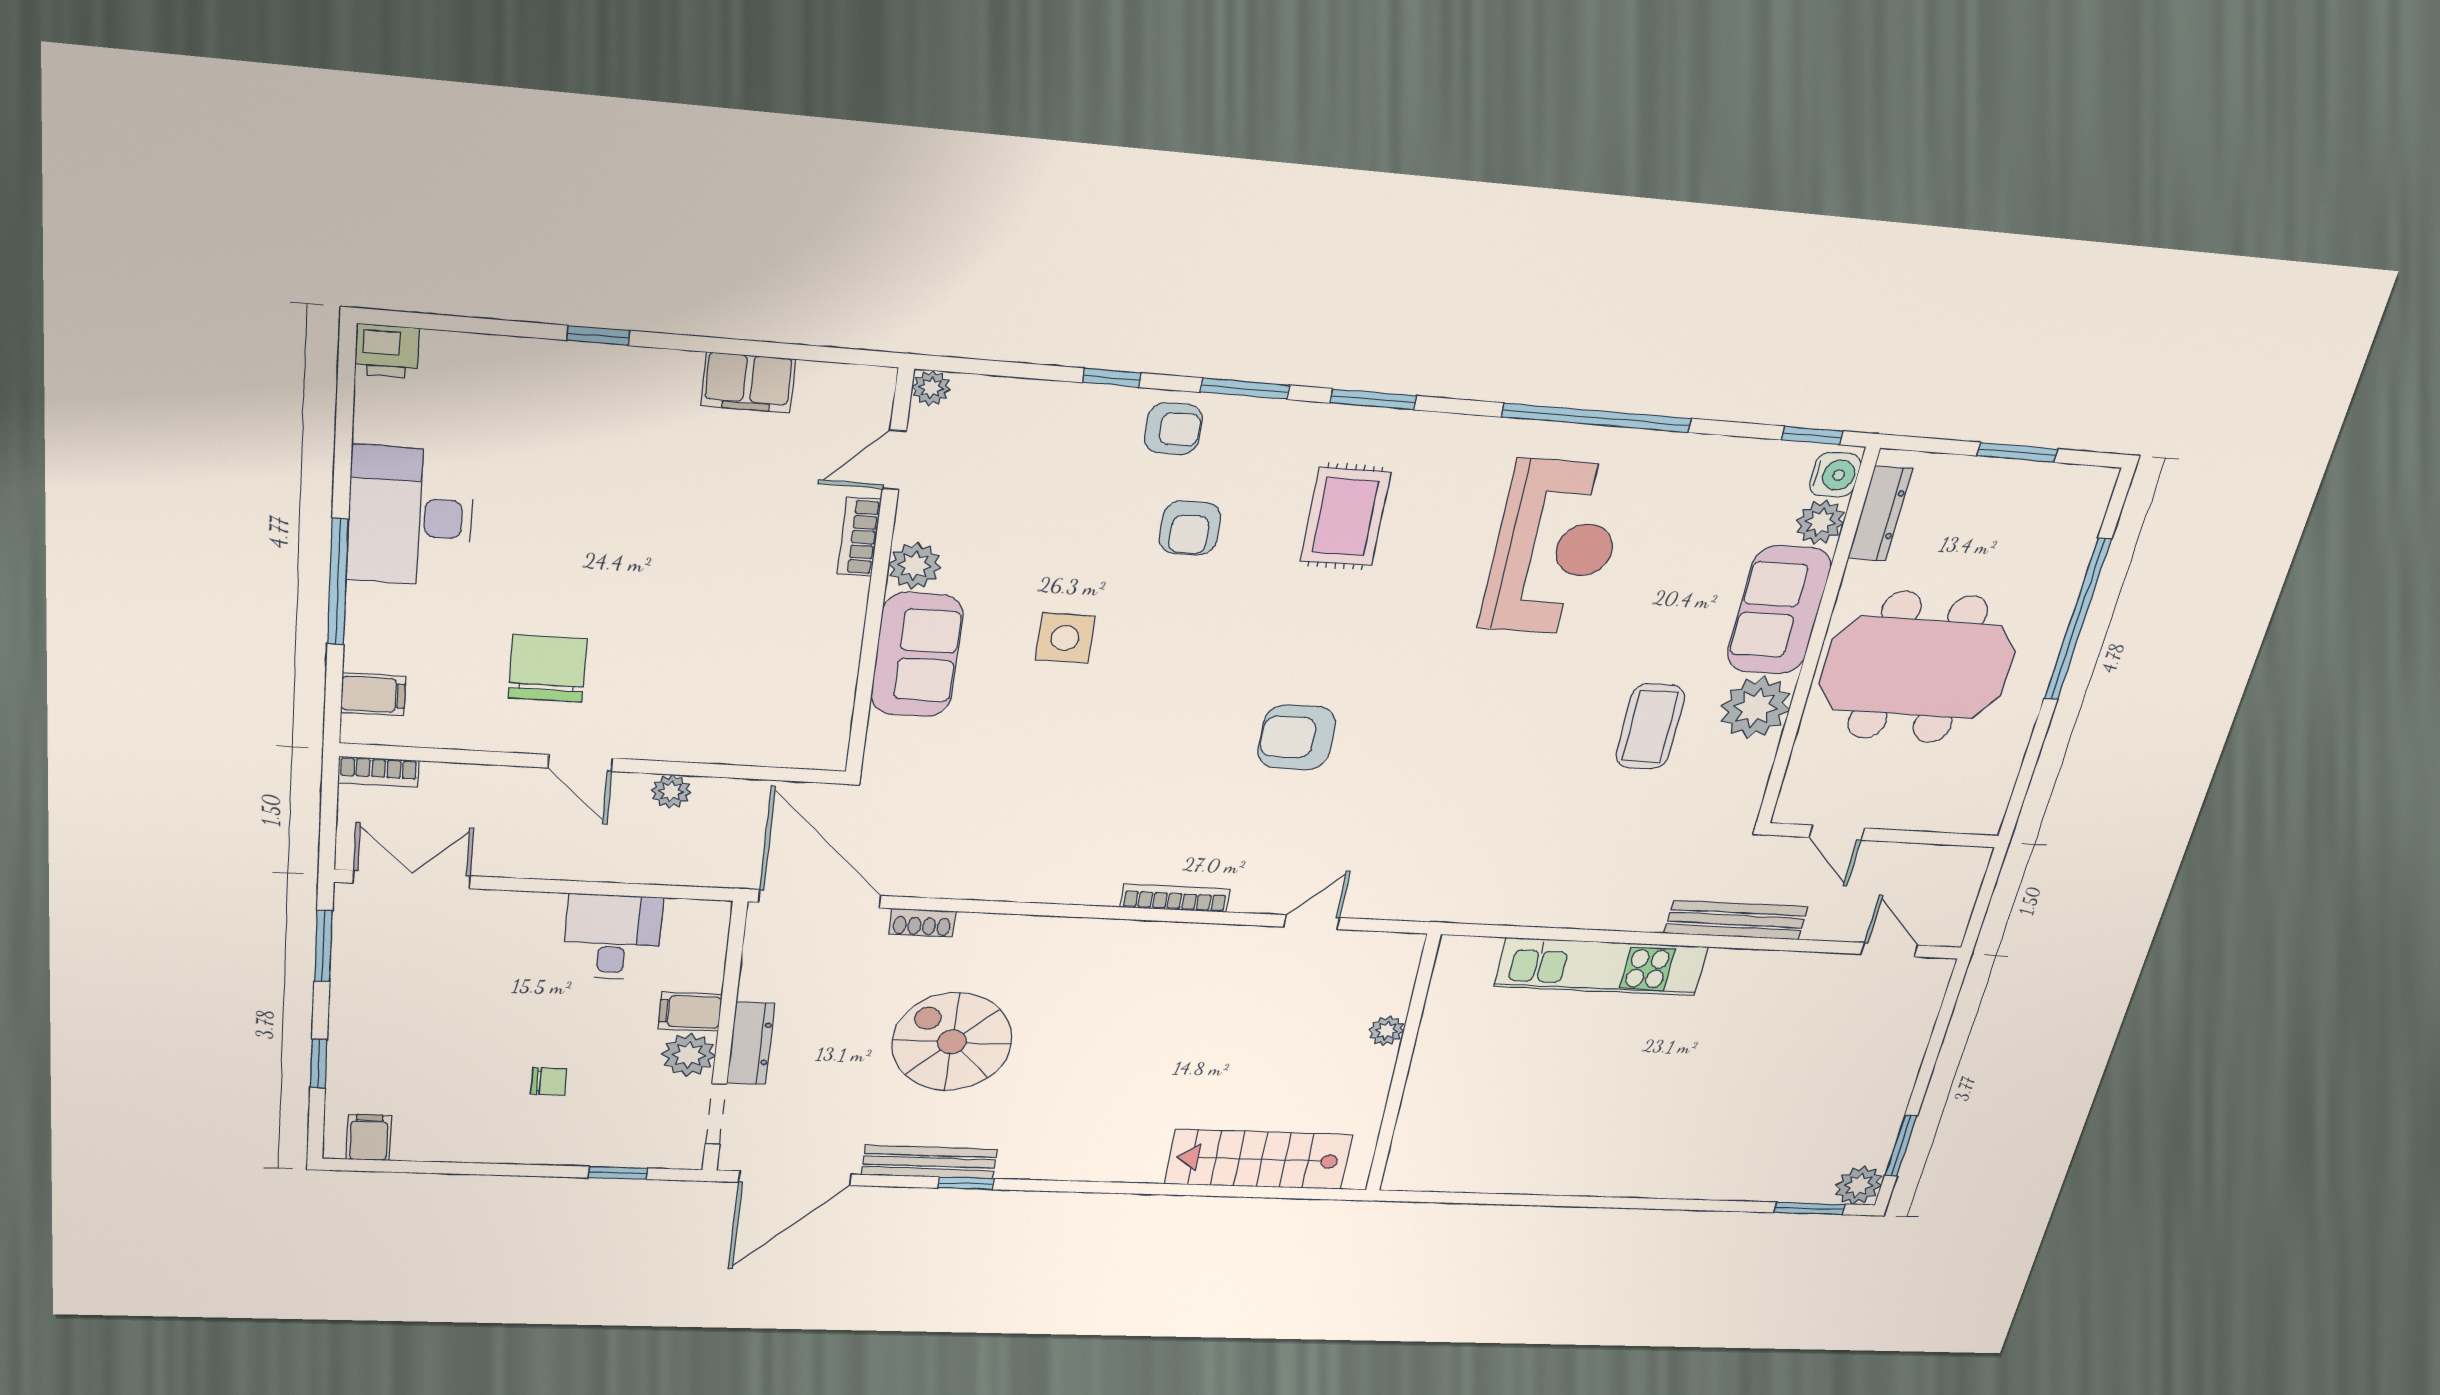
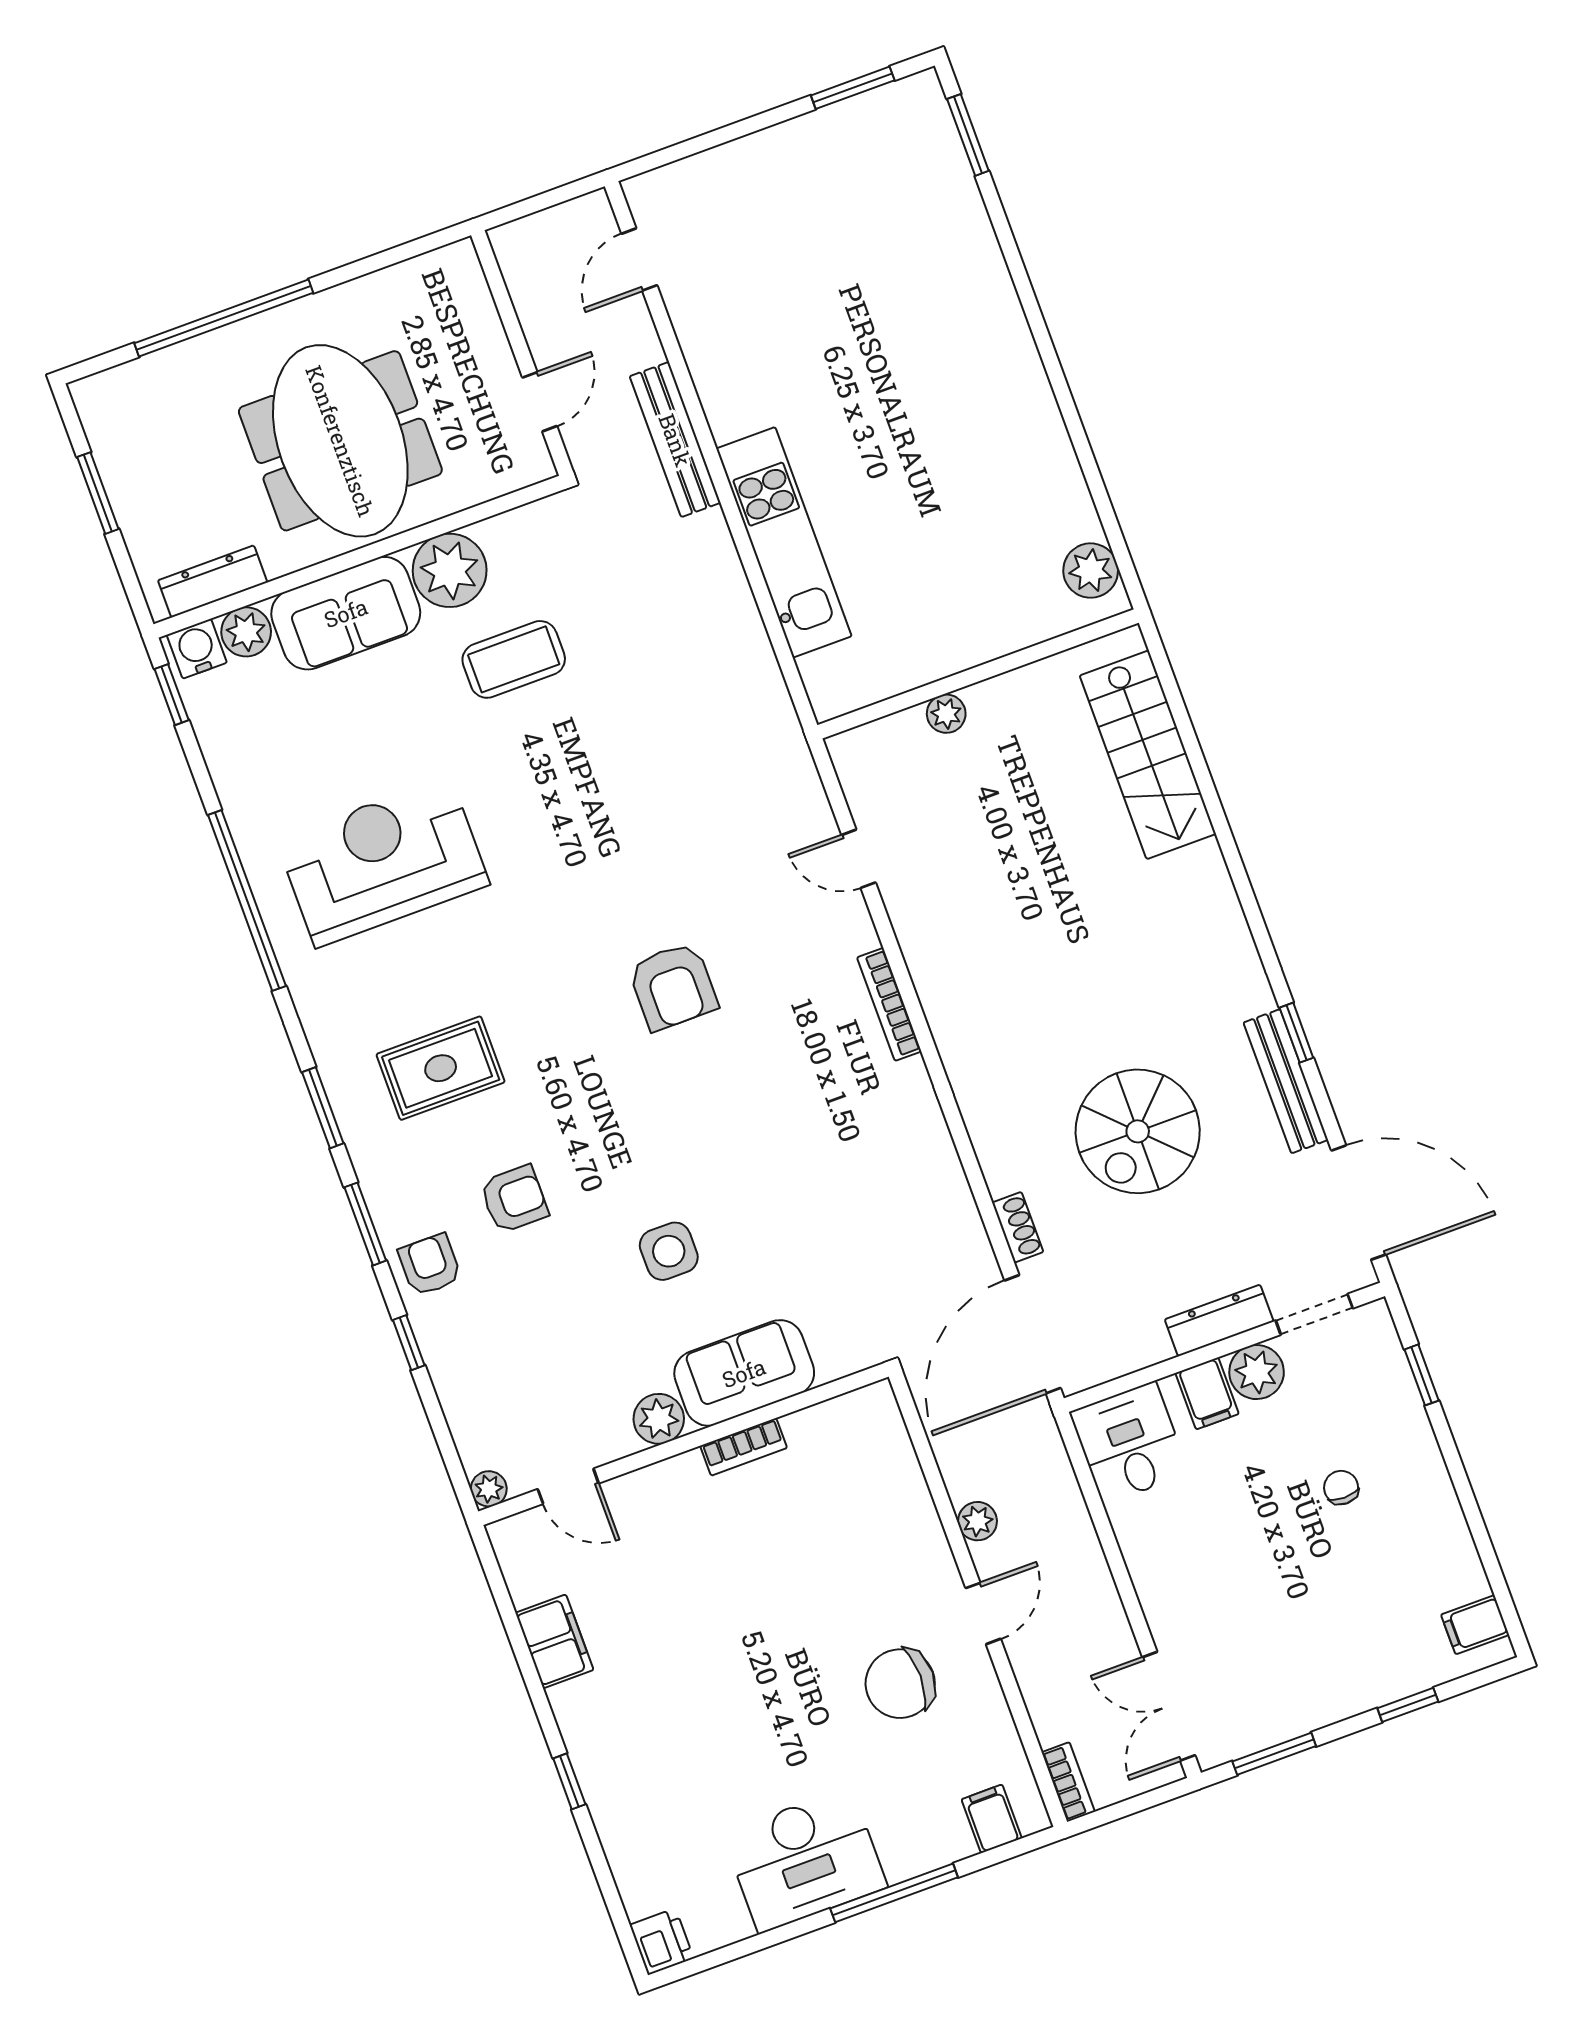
bookcase: (859, 537) -> (744, 1447), moved
desk: (613, 937) -> (1129, 1443), moved, turned 90
plant: (1859, 1185) -> (1091, 571), moved

